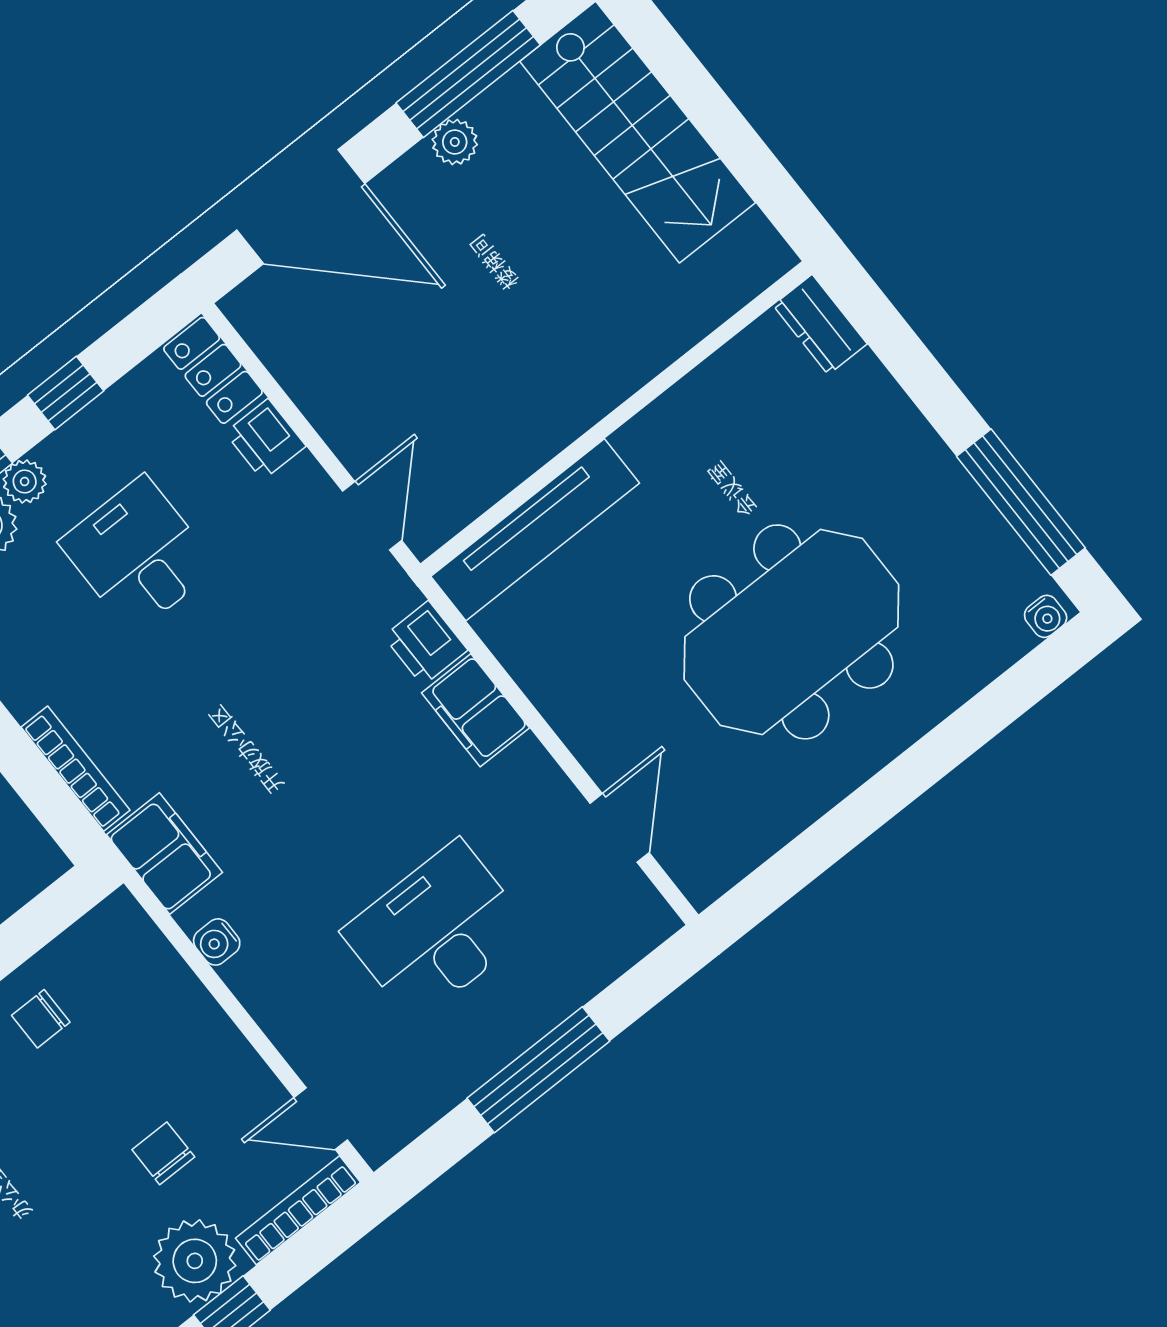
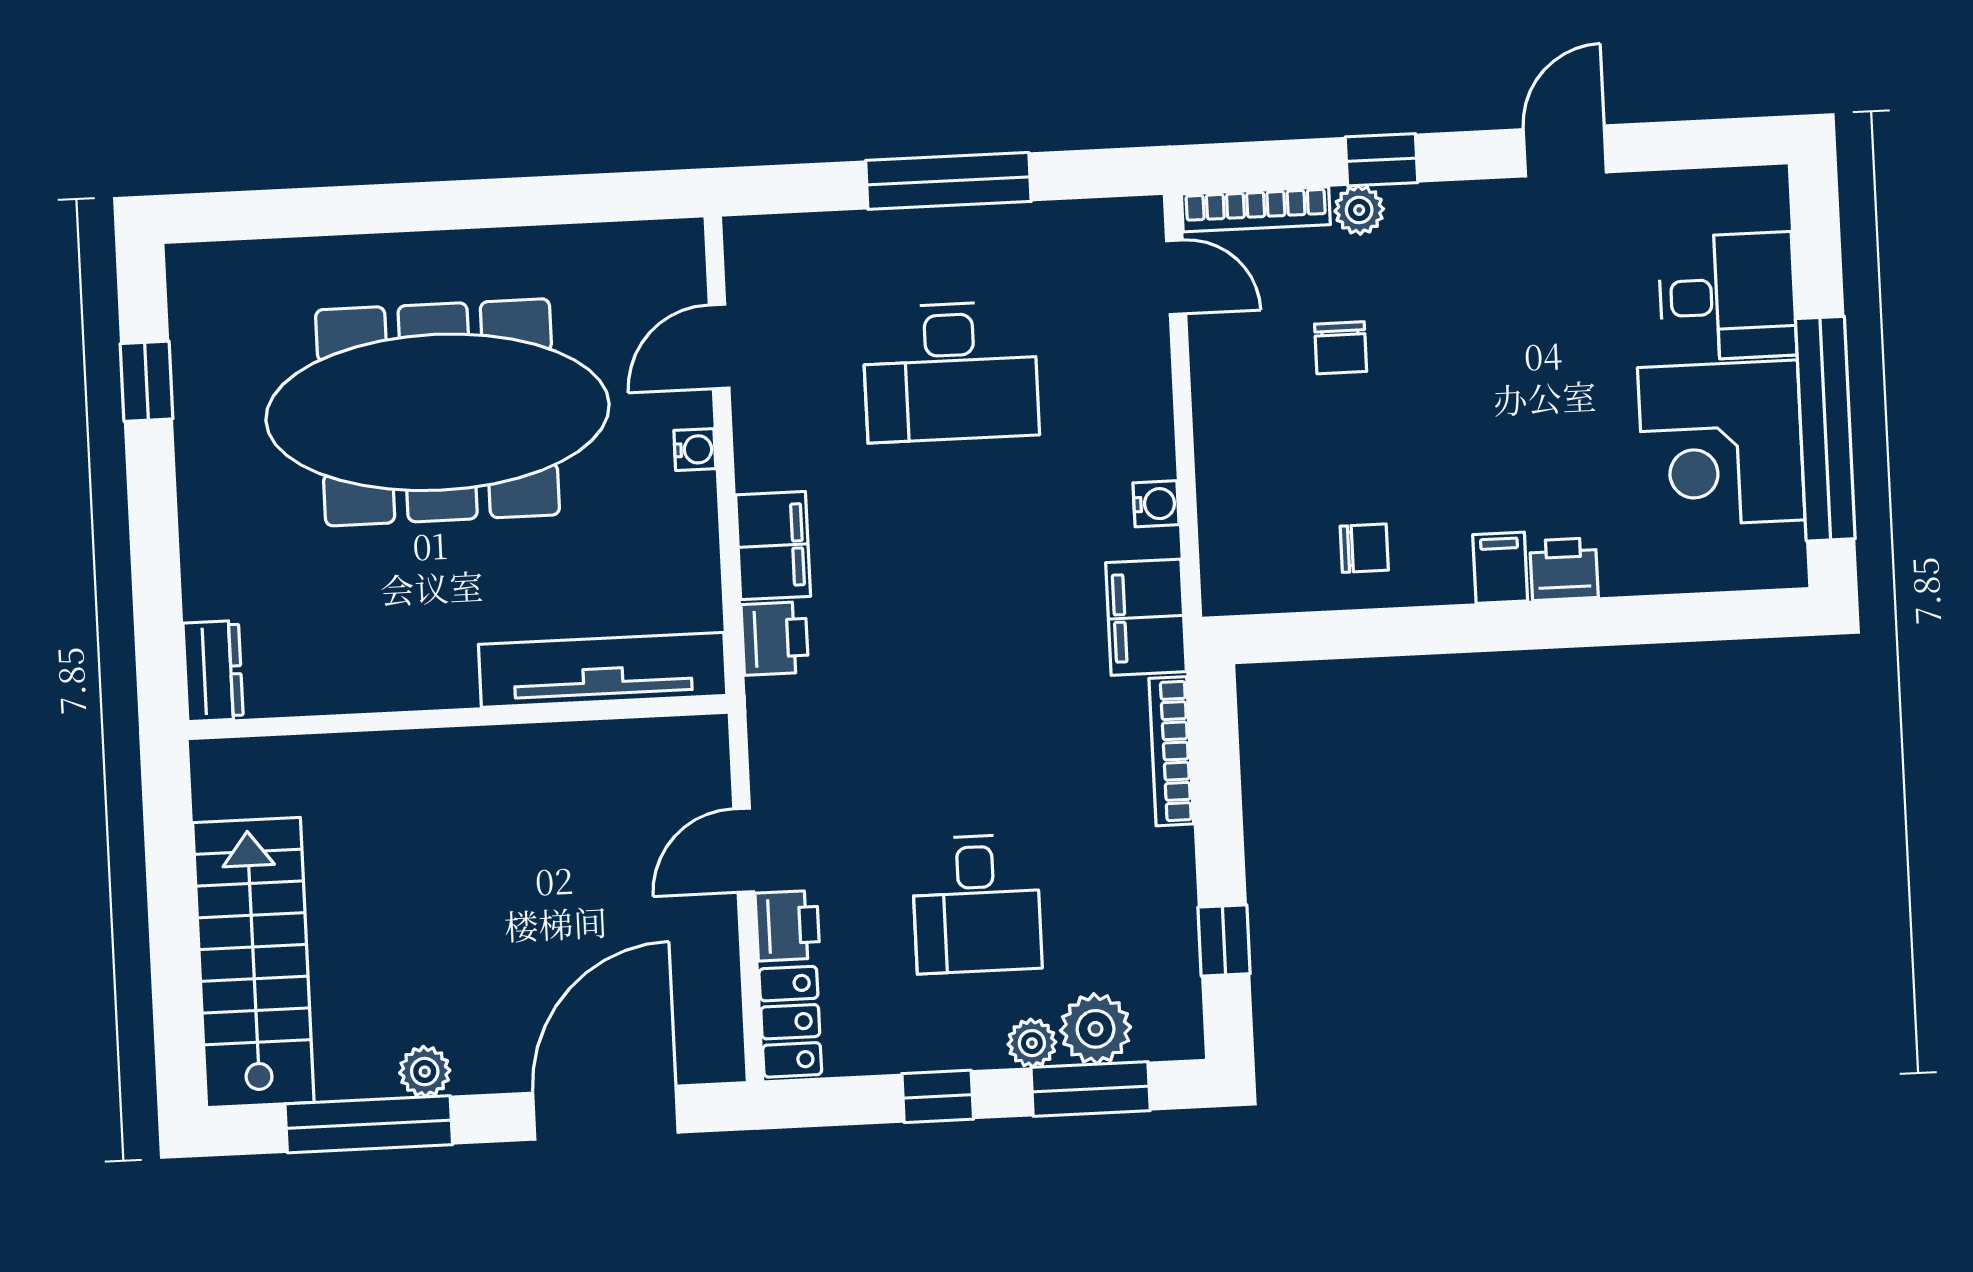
door: (301, 207) -> (605, 1113), hinge flipped
window: (1021, 502) -> (147, 381), width x0.46
door: (372, 516) -> (744, 850), moved
water cooler: (1046, 616) -> (695, 450), moved, turned 90
meeting table: (791, 632) -> (438, 412), width x1.36
plant: (195, 1261) -> (1359, 210), width x0.53, depth x0.53

